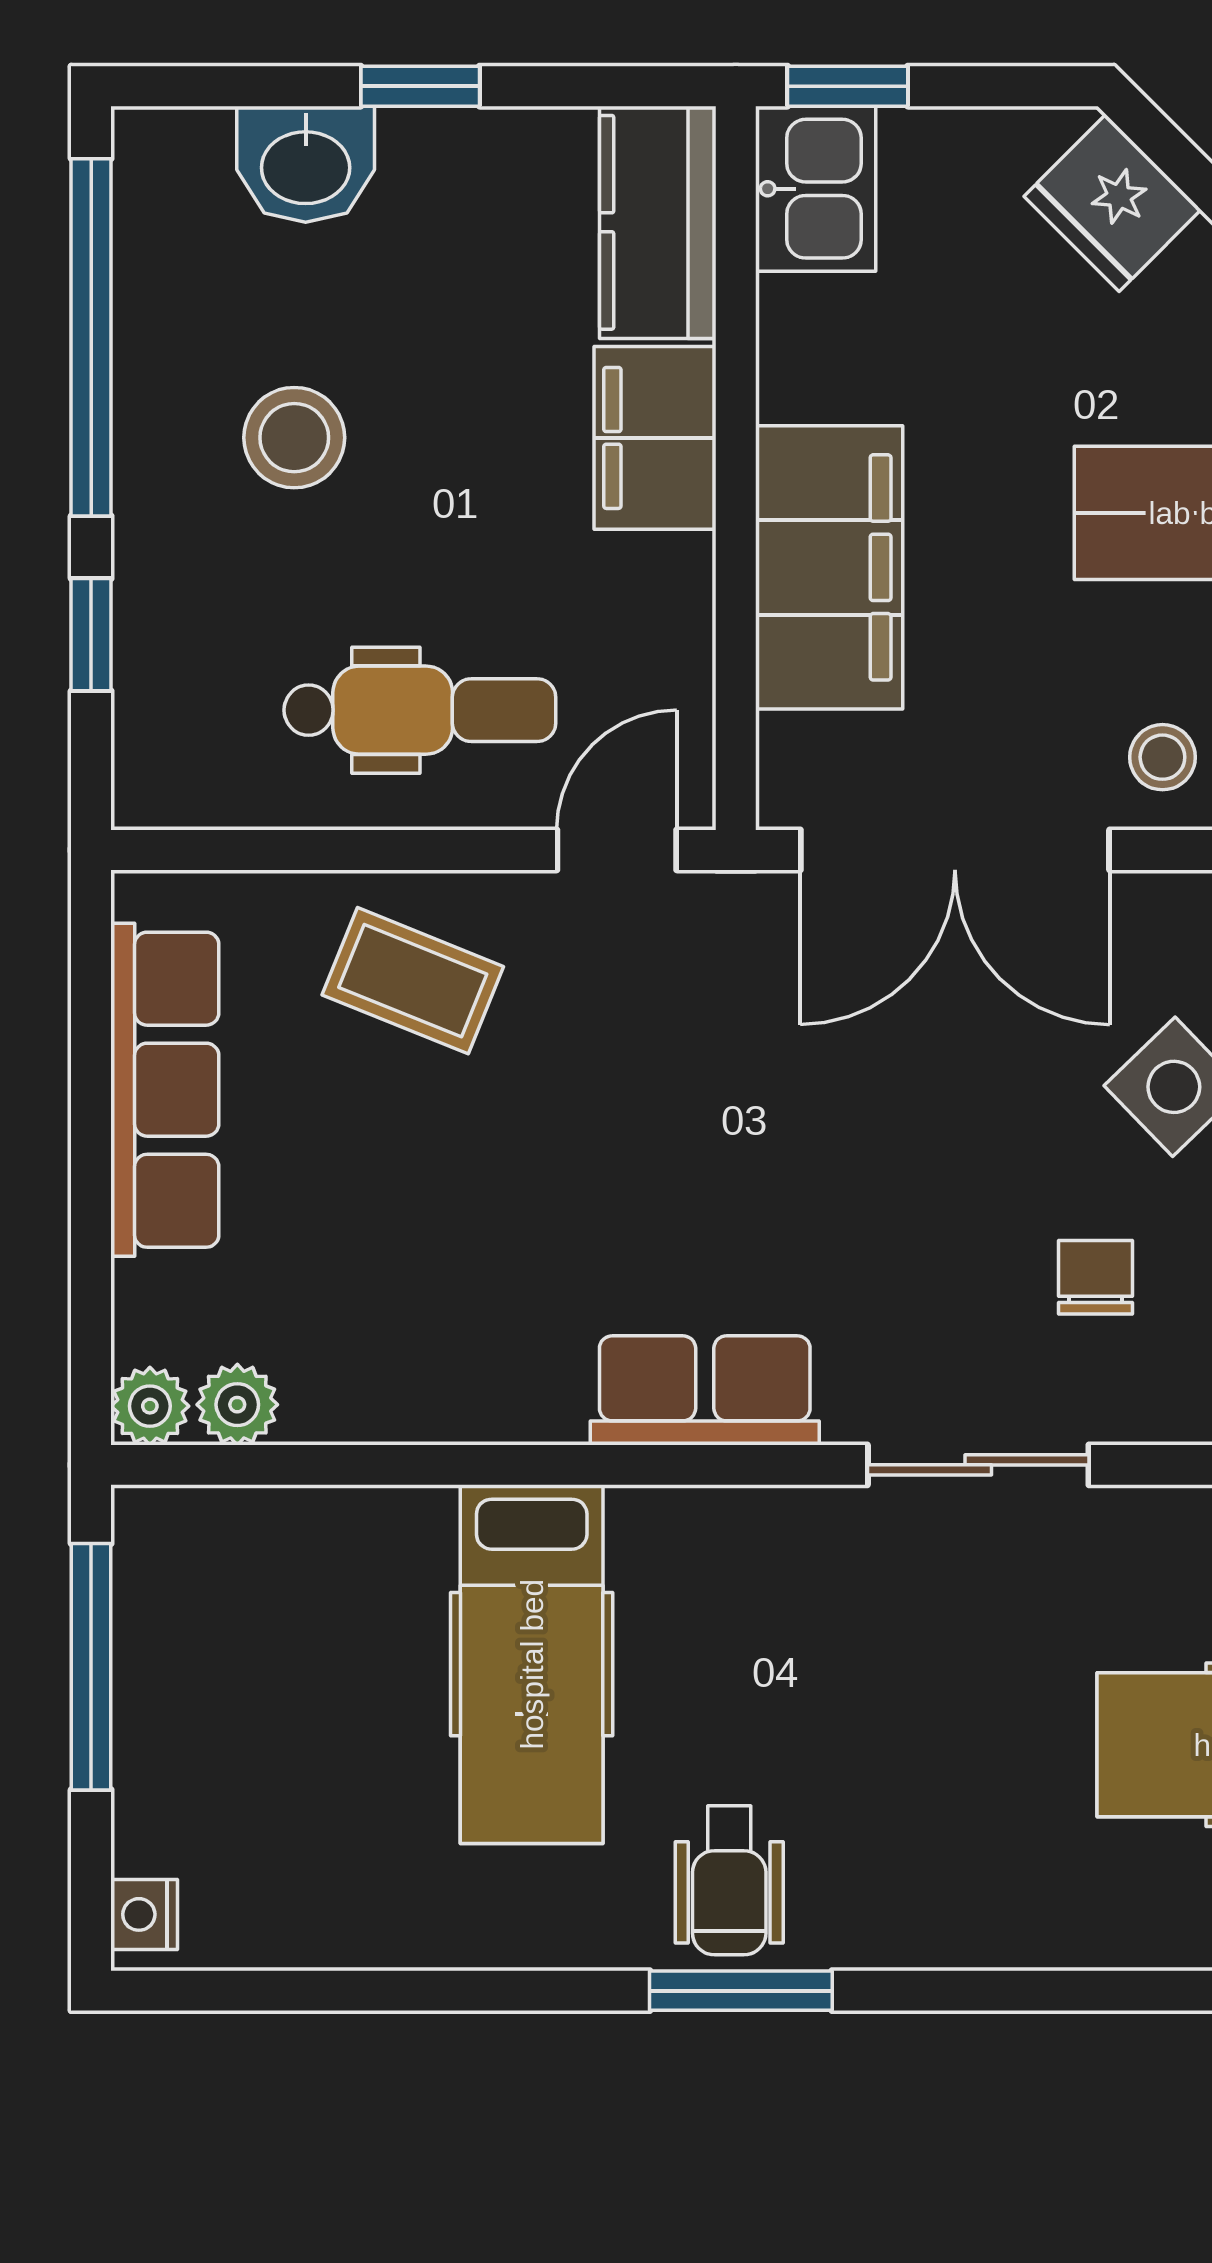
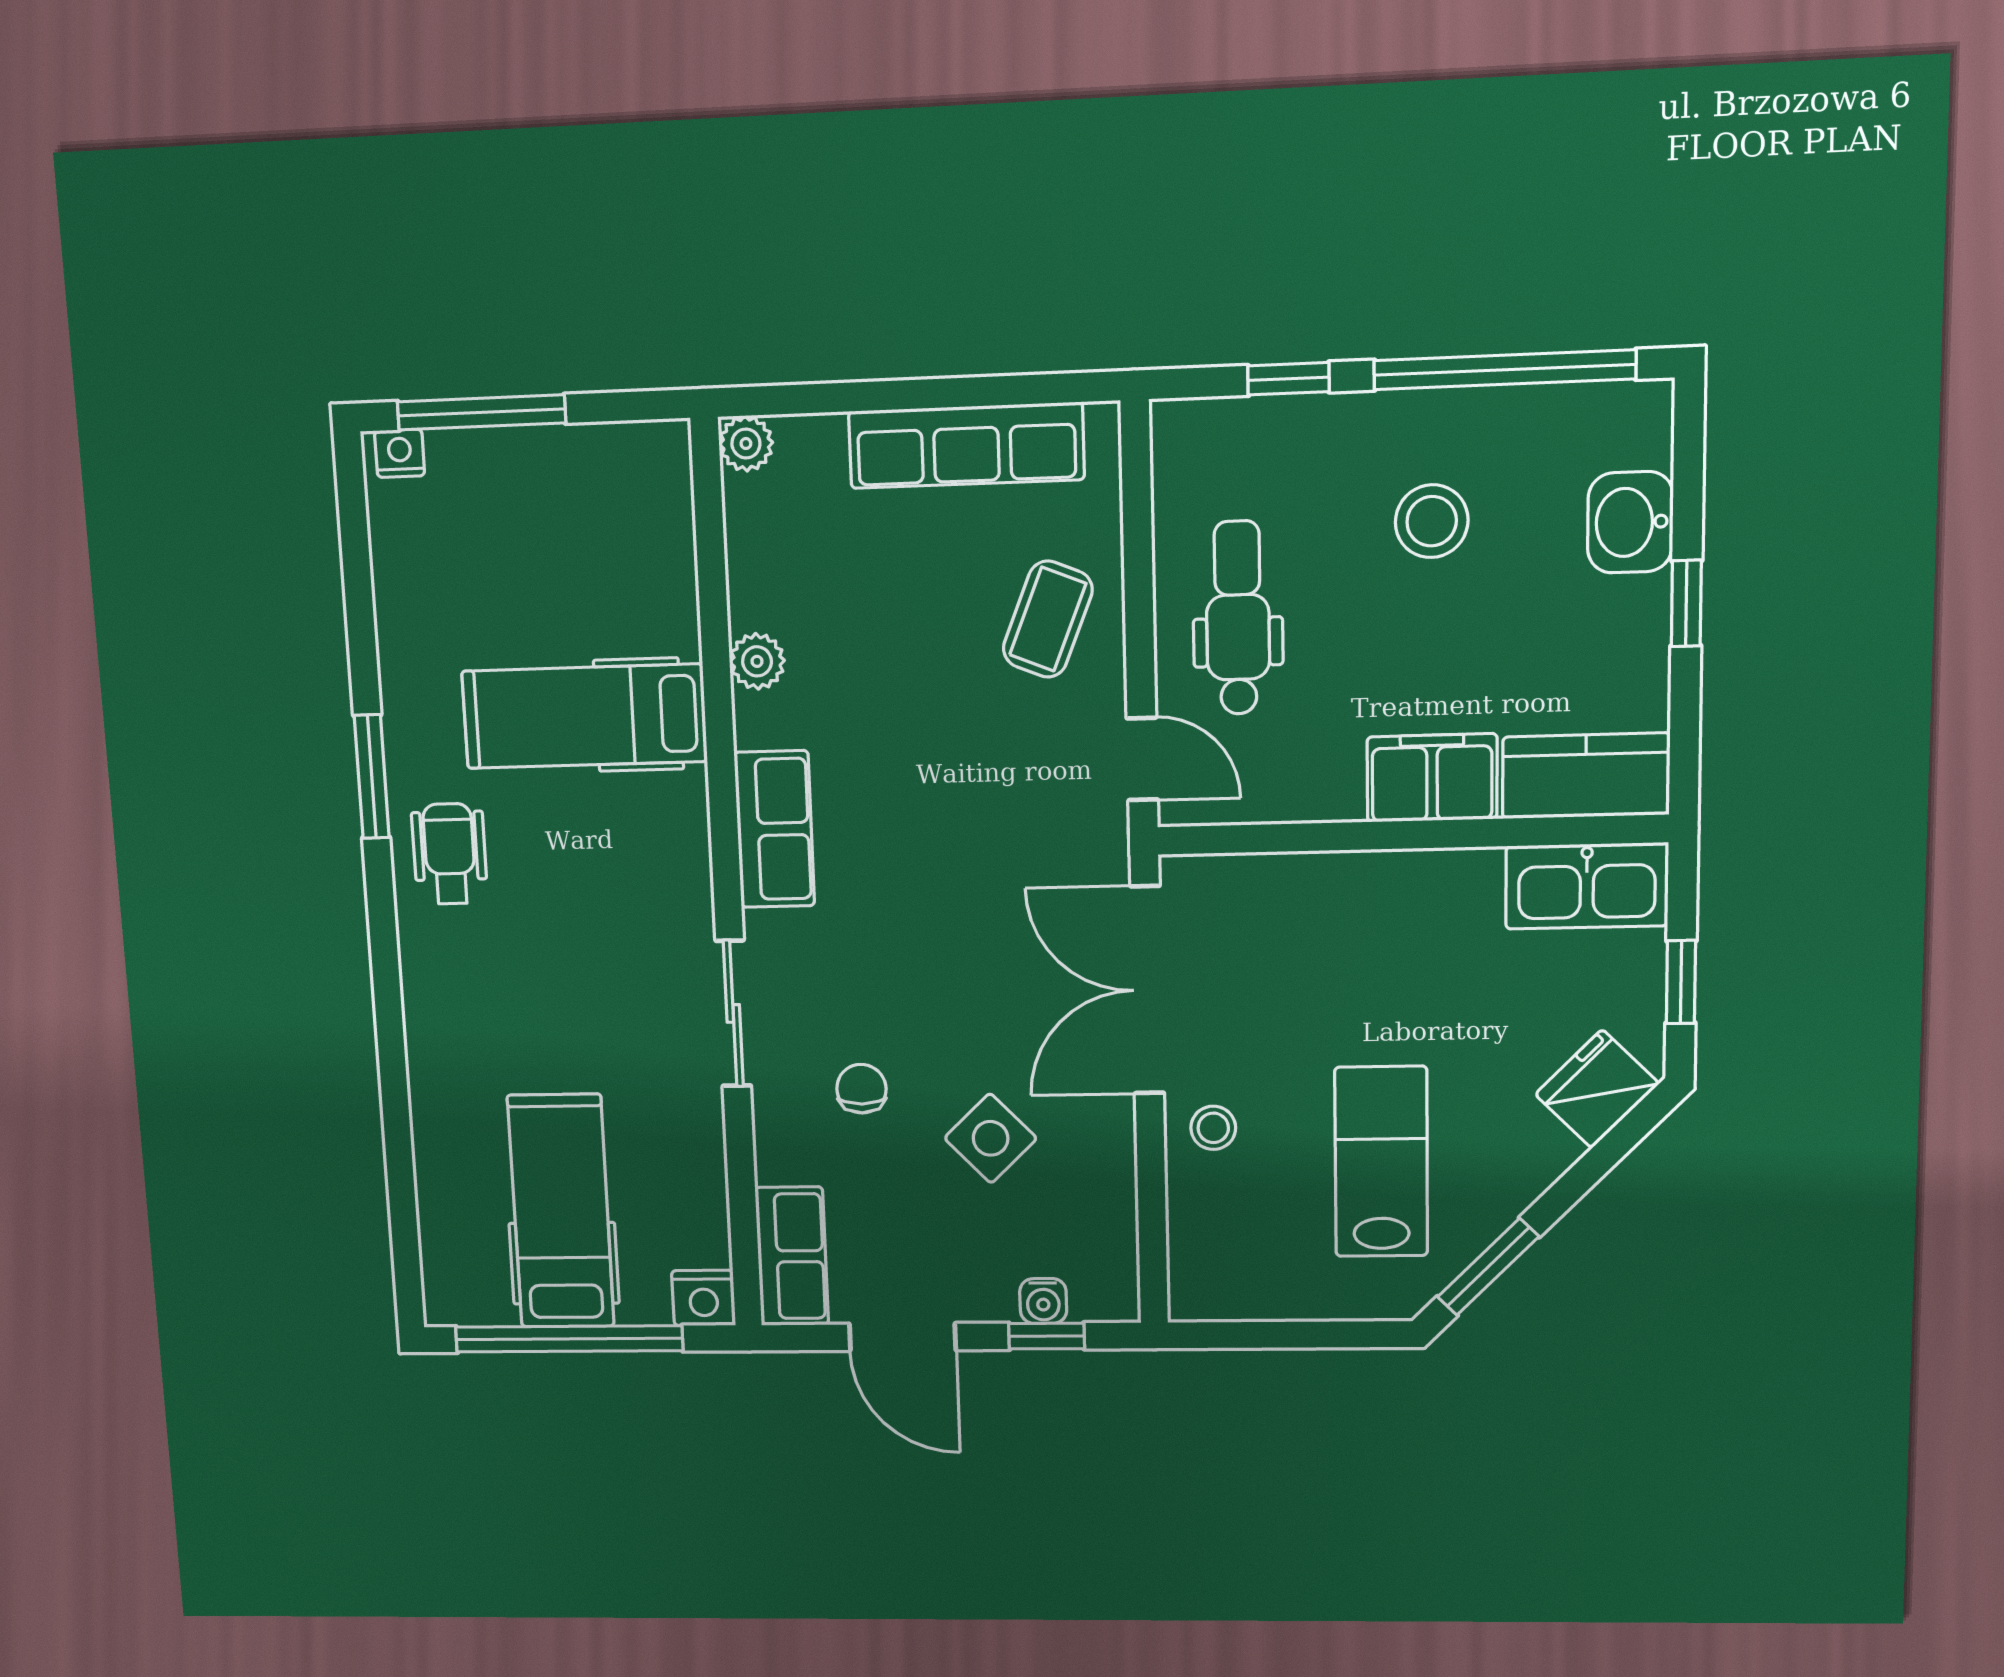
window: (848, 86) -> (1681, 982), moved
kitchen sink: (816, 189) -> (1587, 886), width x1.38
filing cabinet: (829, 567) -> (1341, 901), removed
dental chair: (420, 710) -> (1238, 618), turned 180
chair: (1095, 1277) -> (861, 1089), turned -90
plant: (237, 1405) -> (757, 661), moved
window: (91, 1667) -> (481, 412), moved
wheelchair: (729, 1880) -> (450, 854), turned 90
window: (741, 1991) -> (372, 777), moved

